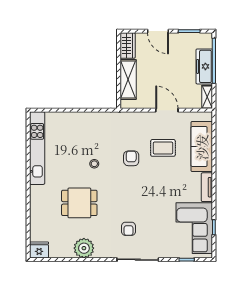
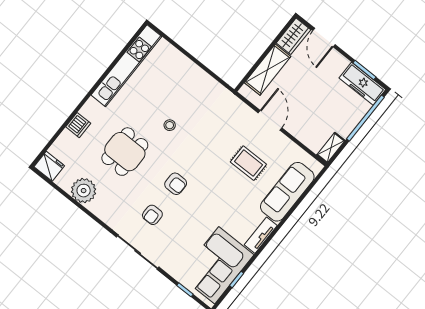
door: (158, 31) -> (324, 38), moved
freezer: (204, 66) -> (362, 84), moved, turned -90
door: (167, 110) -> (270, 120), moved
armchair: (131, 158) -> (176, 184), moved, turned 90
dining table: (79, 203) -> (125, 152), turned 90
dishwasher: (37, 210) -> (78, 125), added
plant: (84, 248) -> (84, 191), moved

